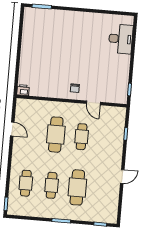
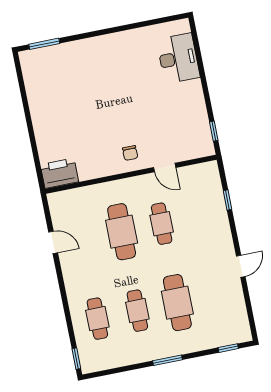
printer: (23, 90) -> (59, 173), width x1.87, depth x1.48

